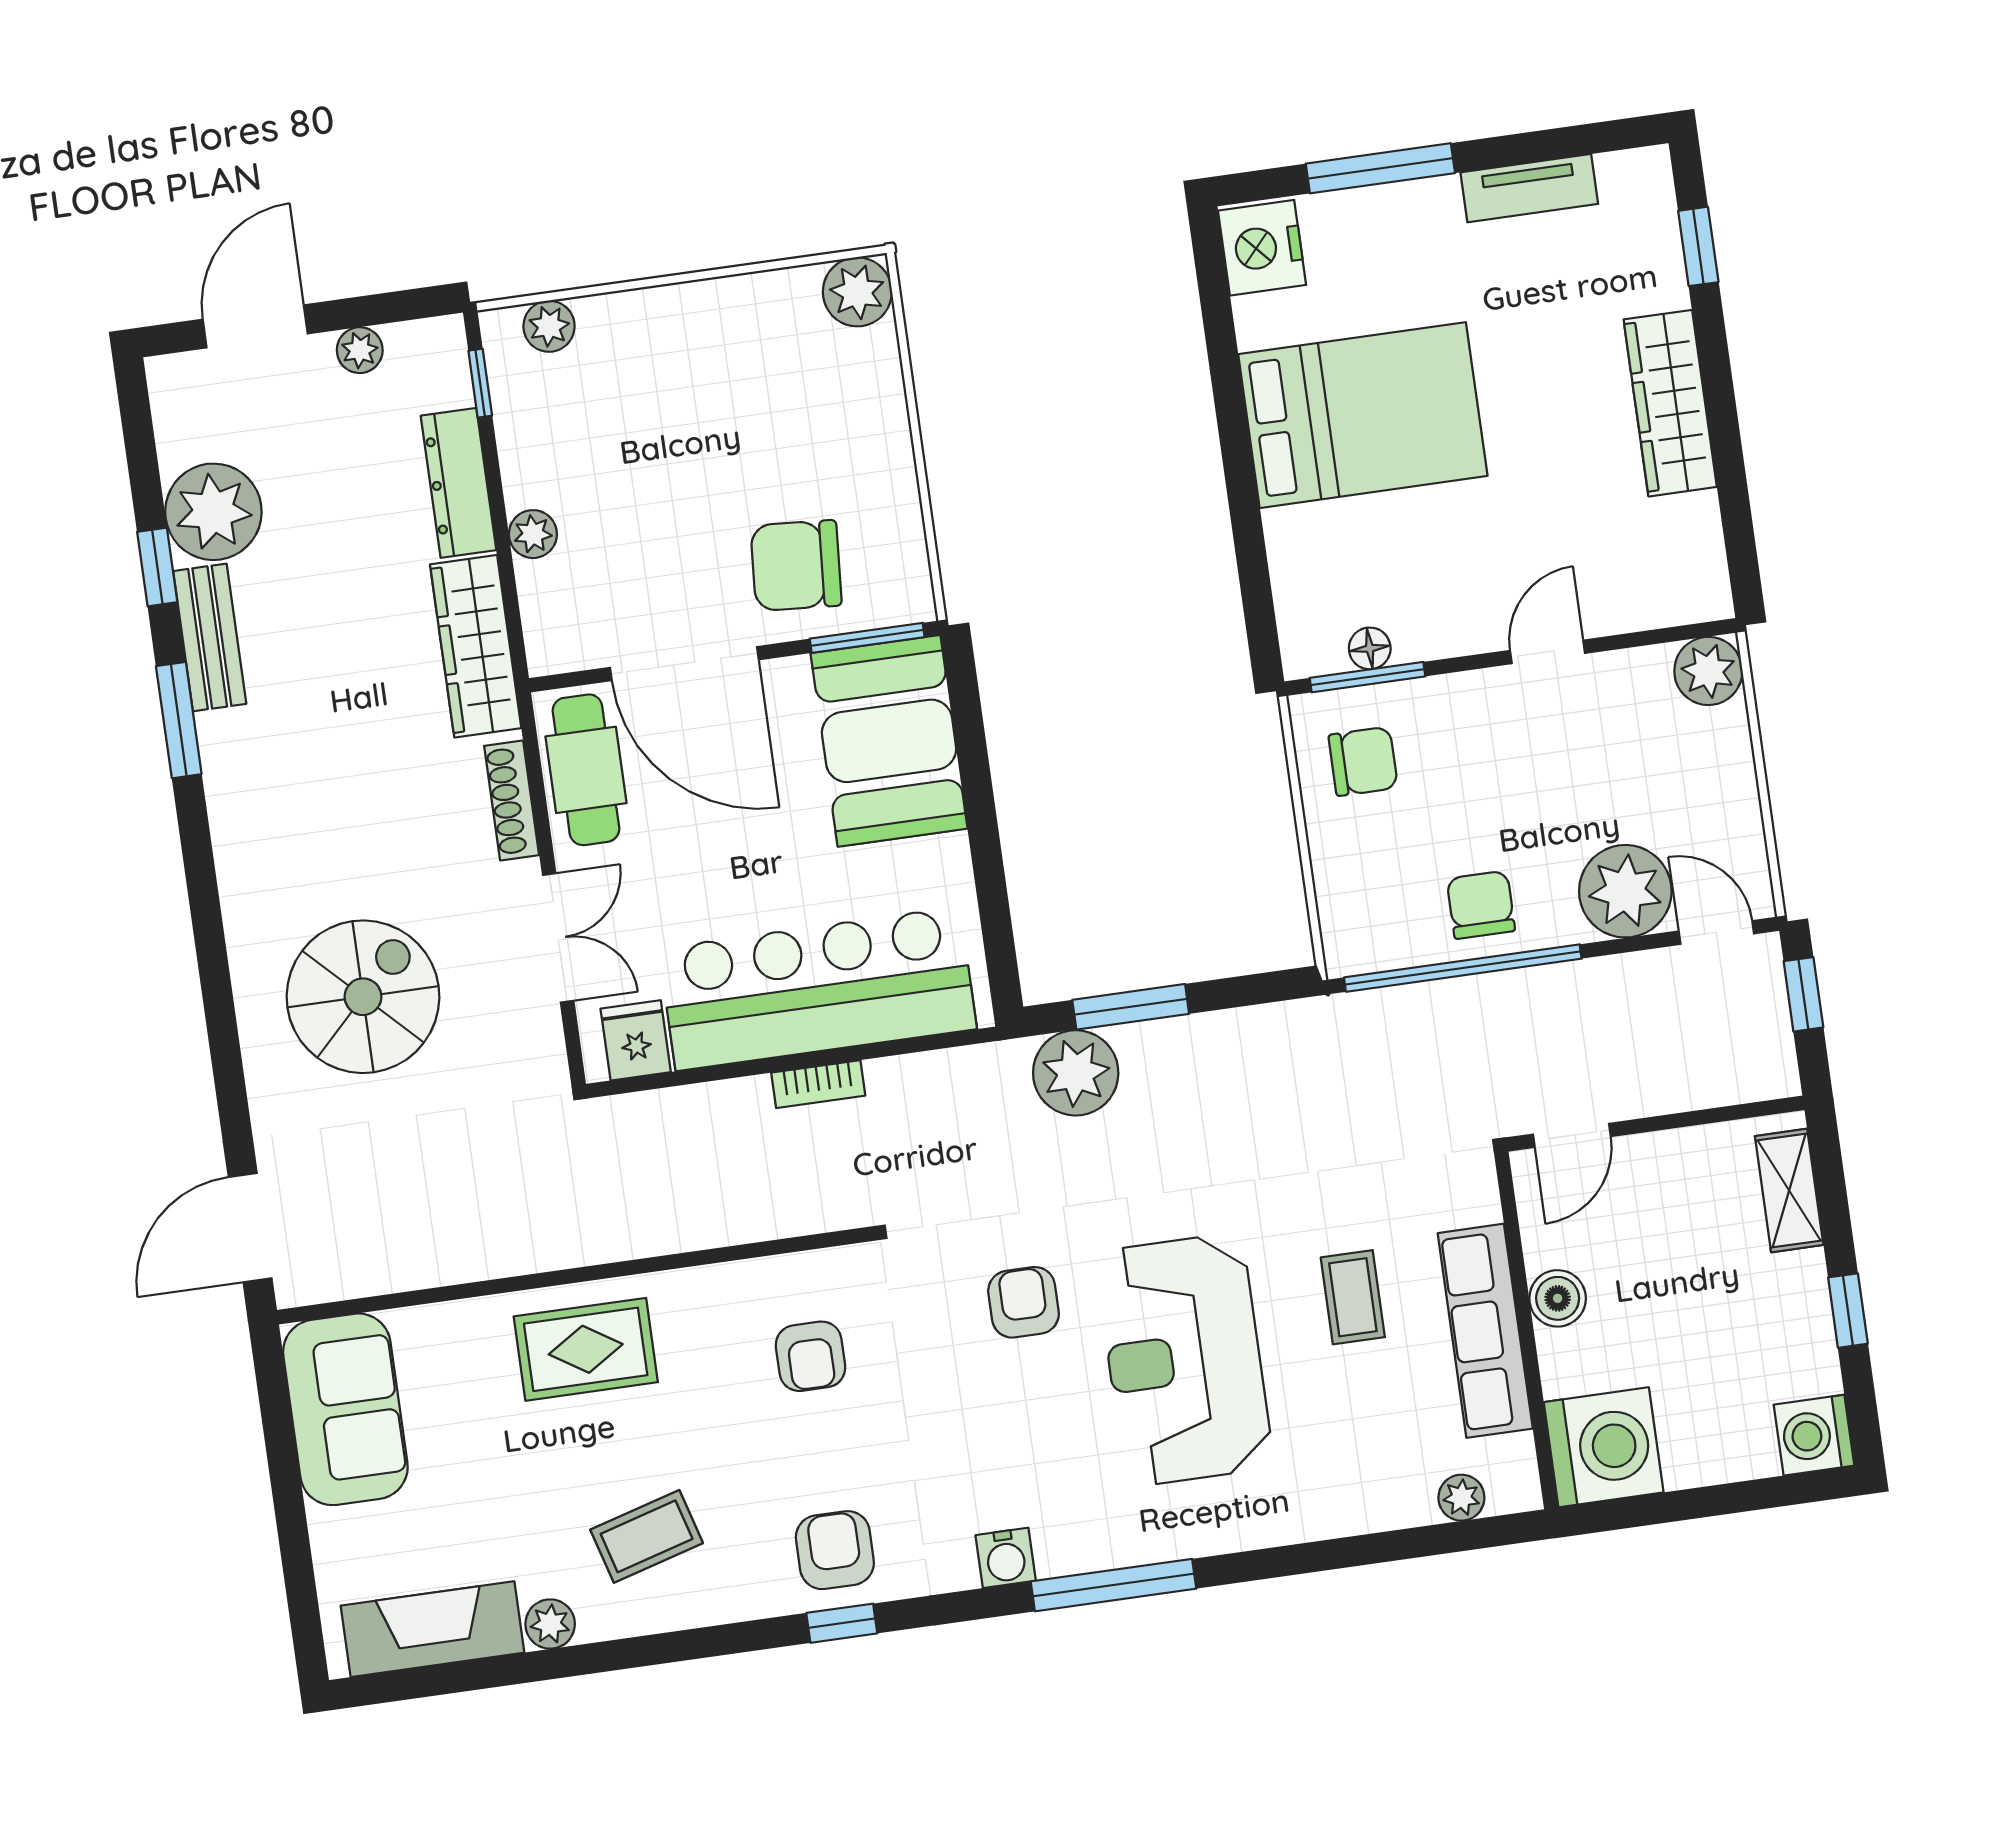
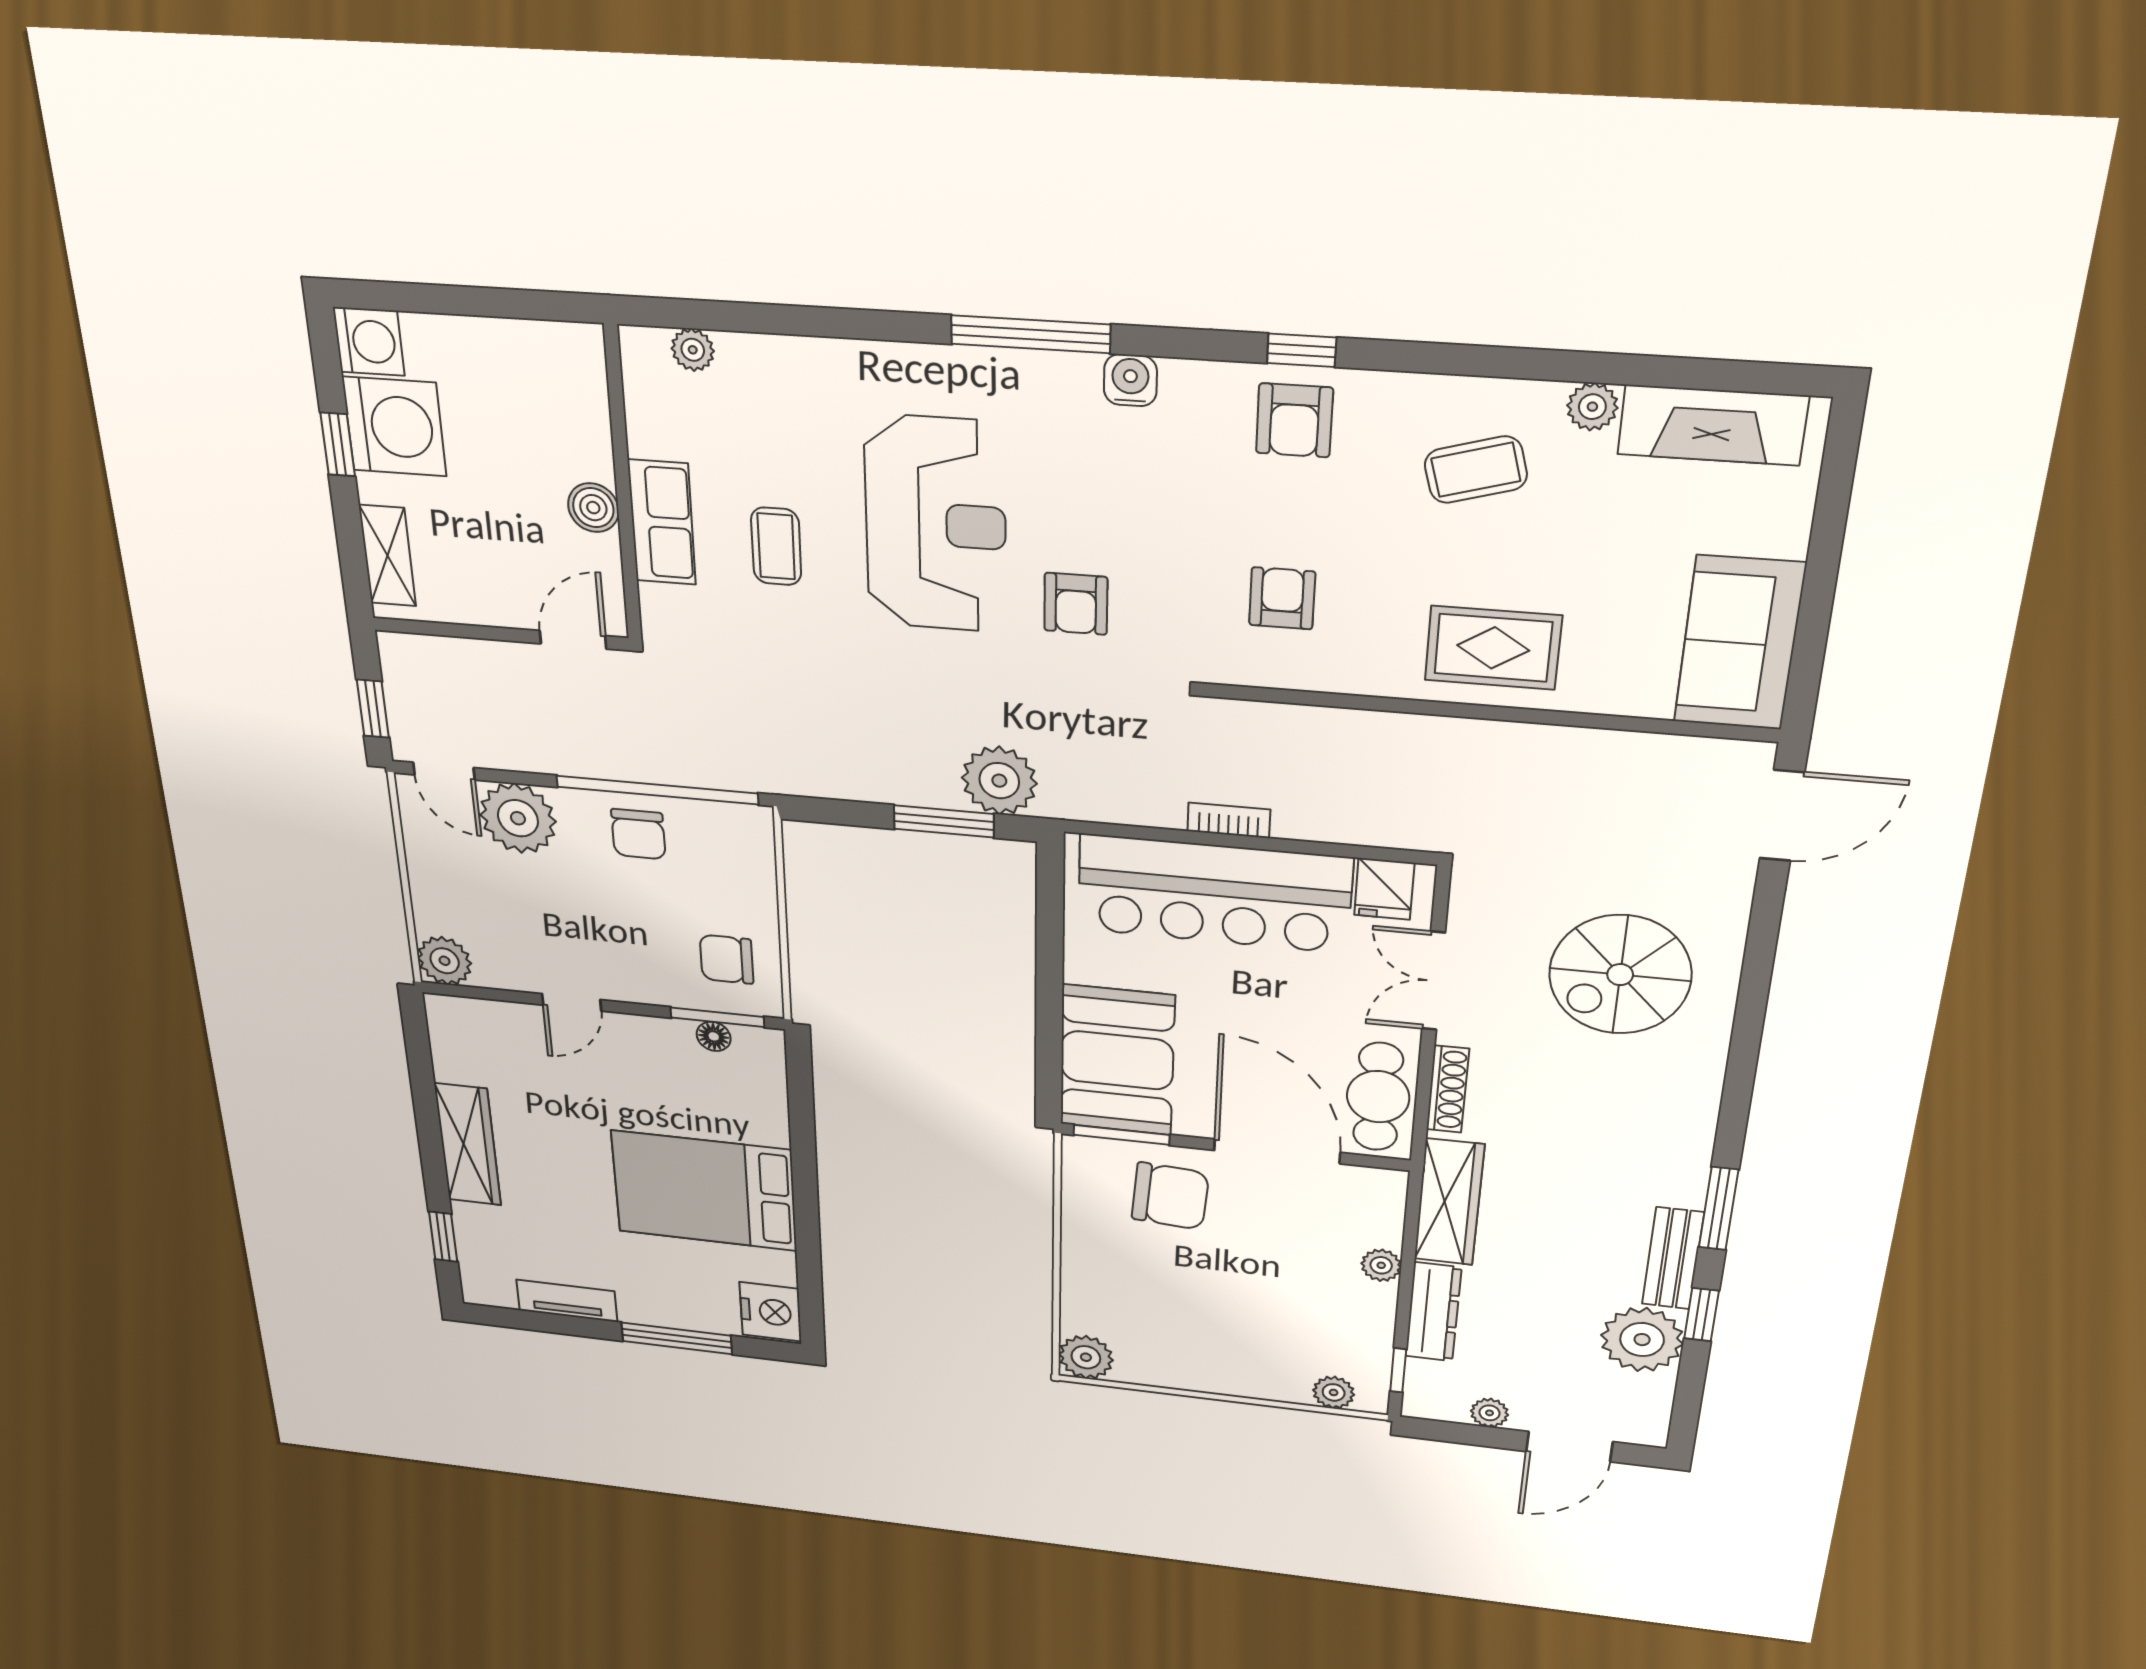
row of seats: (1485, 1331) -> (662, 522), width x0.68
washing machine: (1604, 1447) -> (394, 427), moved, turned 180

